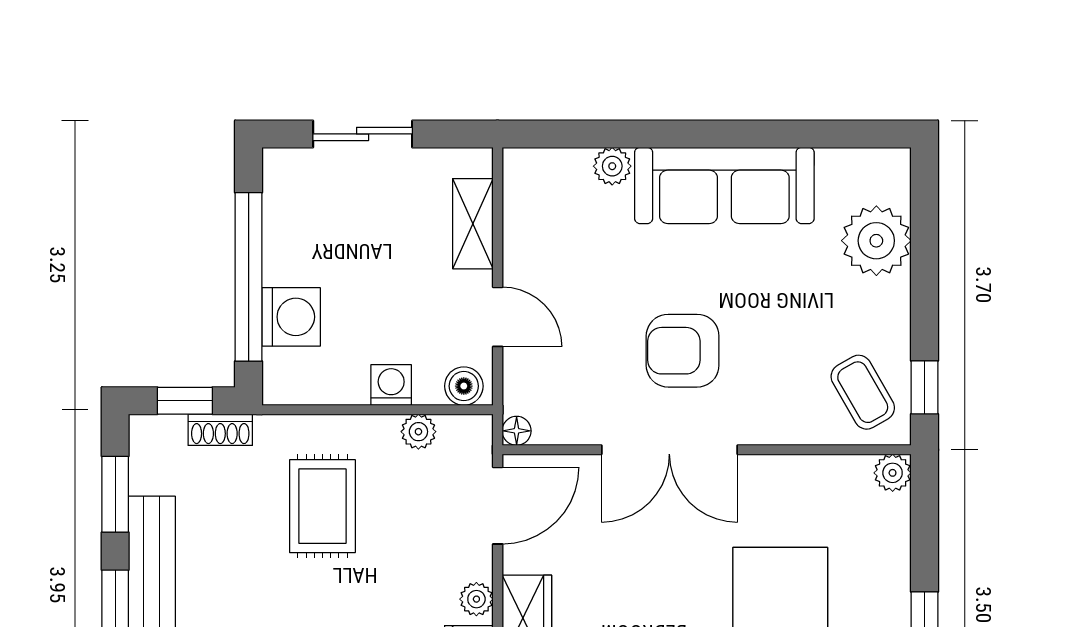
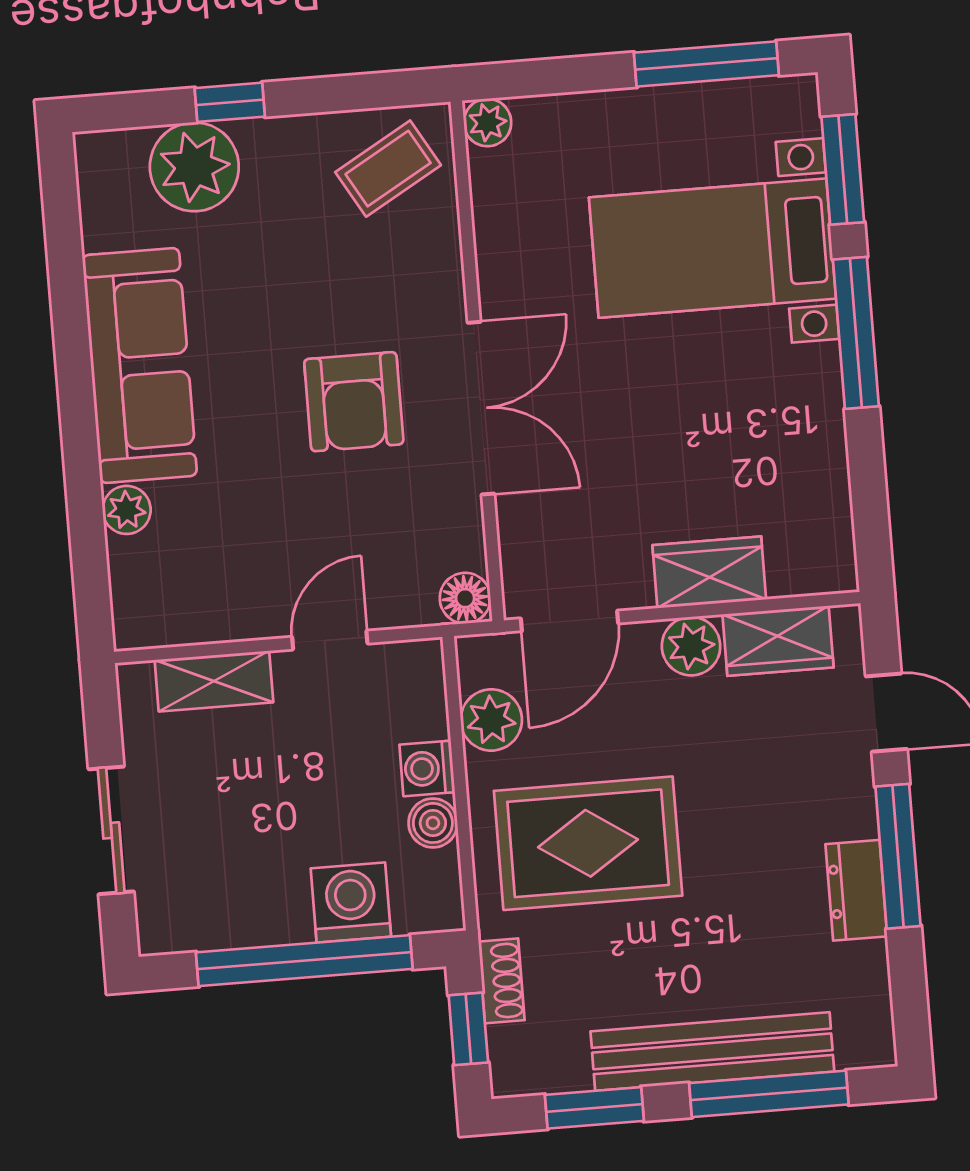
boiler: (464, 386) -> (433, 823), moved
window: (925, 387) -> (230, 102), moved
floor lamp: (517, 431) -> (465, 598), width x1.37, depth x1.37
plant: (418, 432) -> (491, 720), width x1.38, depth x1.38
rug: (322, 506) -> (588, 843), width x1.36, depth x1.43
door: (498, 506) -> (570, 621), swing flipped
plant: (476, 599) -> (691, 646), width x1.38, depth x1.38

